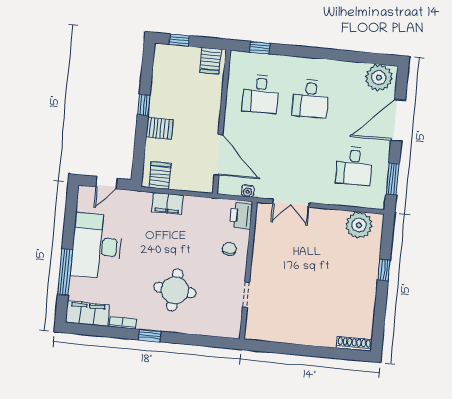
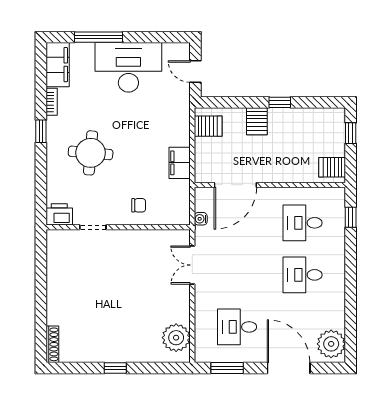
filing cabinet: (167, 204) -> (180, 163), moved
printer: (241, 216) -> (59, 214), moved
window: (384, 270) -> (115, 368), moved

